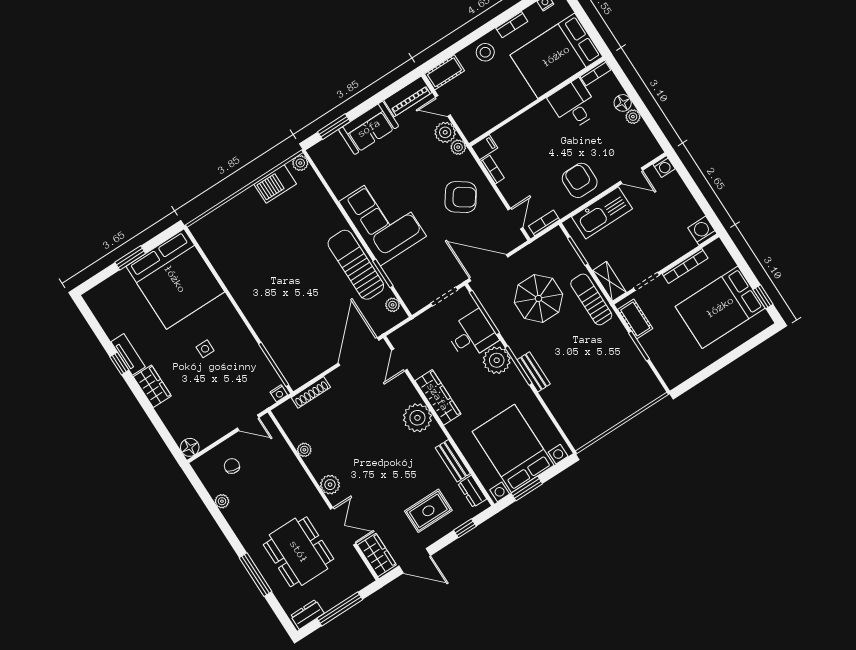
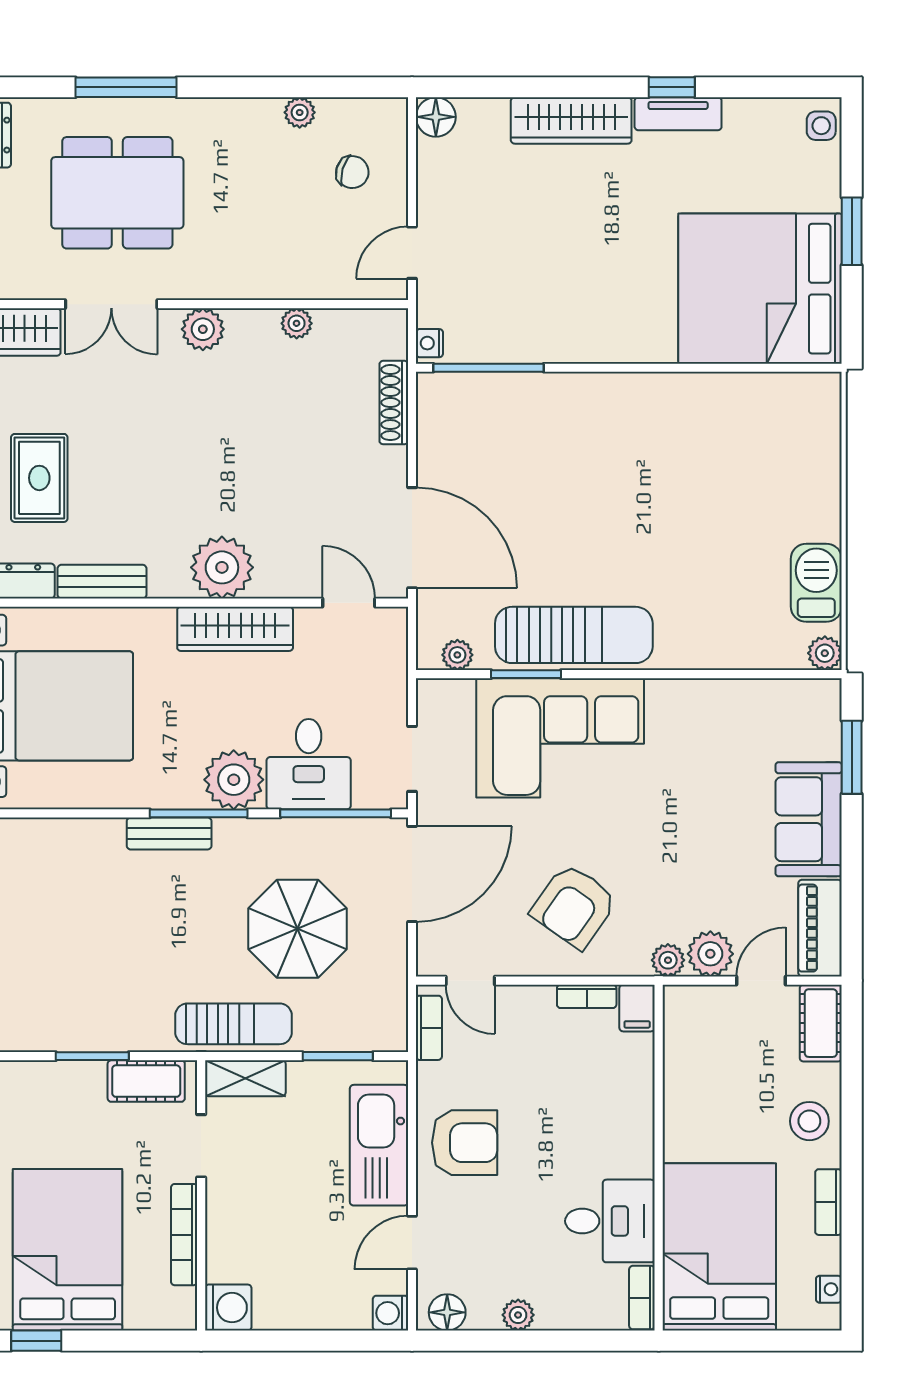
floor lamp: (623, 103) -> (447, 1312), moved
corner sofa: (383, 219) -> (560, 738), moved
side table: (205, 349) -> (821, 126), moved
wardrobe: (152, 386) -> (571, 120), width x1.50

